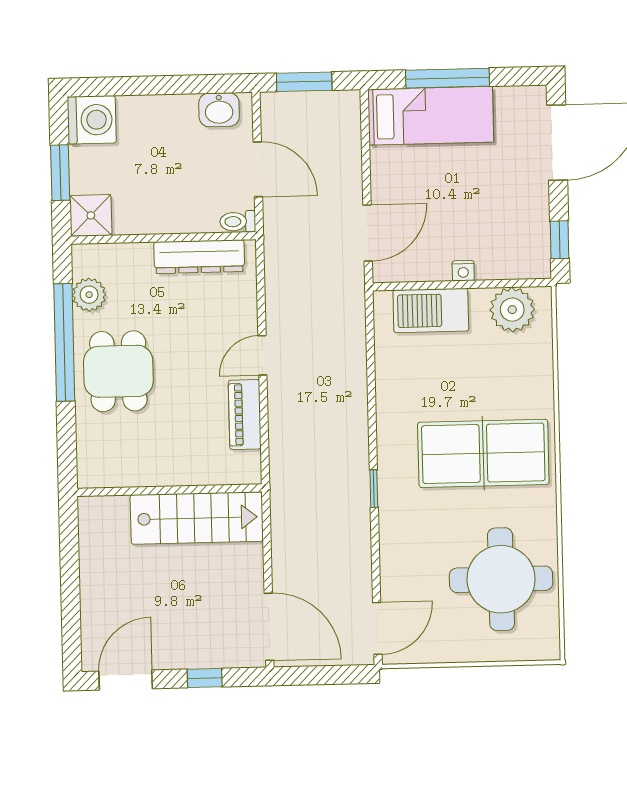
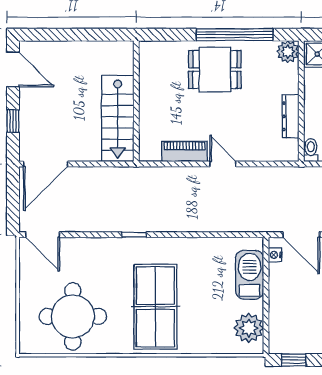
dresser: (199, 257) -> (291, 116), width x0.73, depth x0.80
nightstand: (463, 271) -> (275, 255), moved
plant: (89, 295) -> (288, 52), moved

